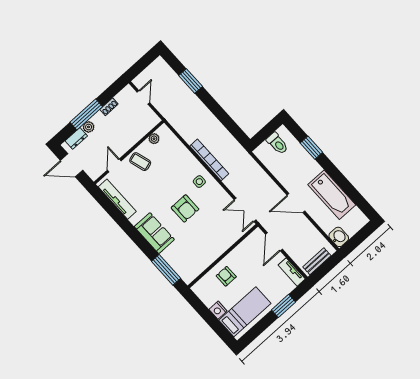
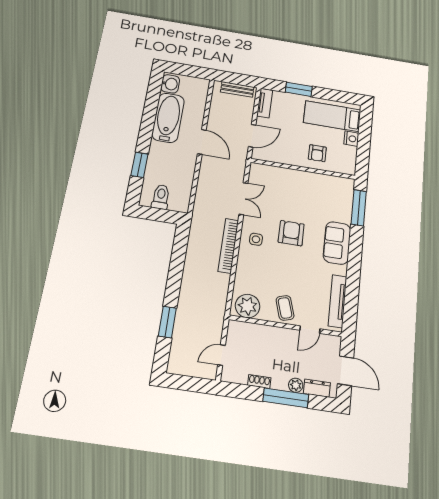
plant: (154, 139) -> (248, 306), width x1.88, depth x1.88
double door: (245, 210) -> (243, 199), moved
washbasin: (339, 237) -> (170, 84), moved, turned 180

